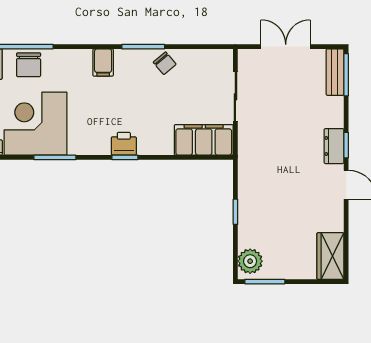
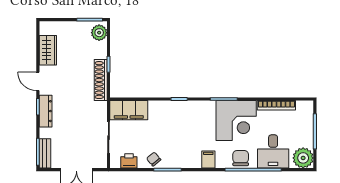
filing cabinet: (103, 63) -> (208, 160), moved
printer: (124, 144) -> (129, 161), moved, turned 180
dresser: (334, 146) -> (46, 111), width x1.44
shoe rack: (248, 187) -> (101, 80), added
wardrobe: (330, 256) -> (48, 50), moved

